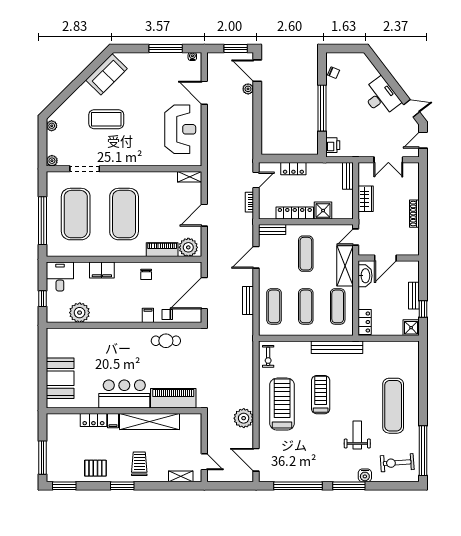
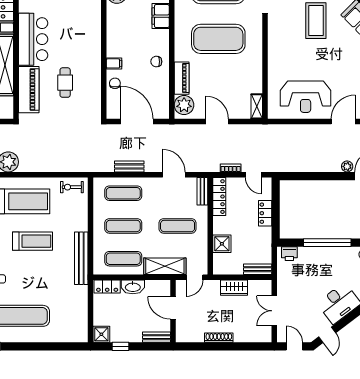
locker: (295, 213) -> (219, 197), moved
door: (356, 237) -> (195, 277), swing flipped
washbasin: (365, 276) -> (133, 287), moved
bench: (414, 296) -> (157, 337), moved
cafe table: (166, 341) -> (65, 83), moved

